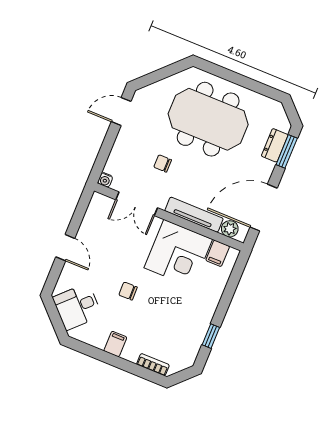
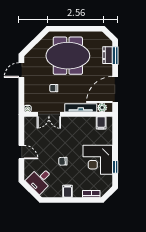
corner desk: (178, 253) -> (98, 160), moved, turned 90

